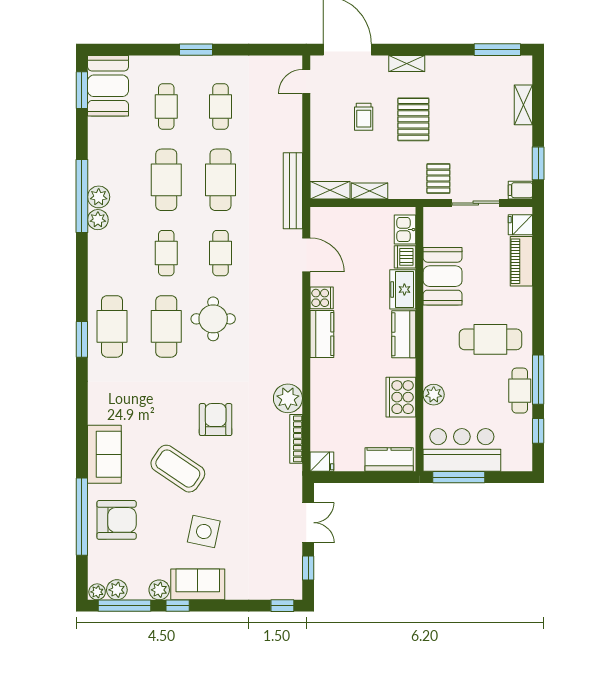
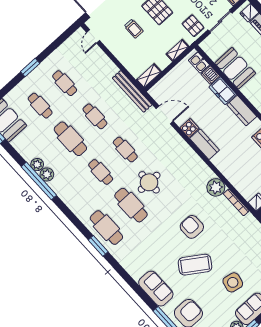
cafe table: (220, 180) -> (95, 116), width x0.73, depth x0.74
shelving: (369, 191) -> (177, 50), moved
plant: (98, 220) -> (37, 165), moved

